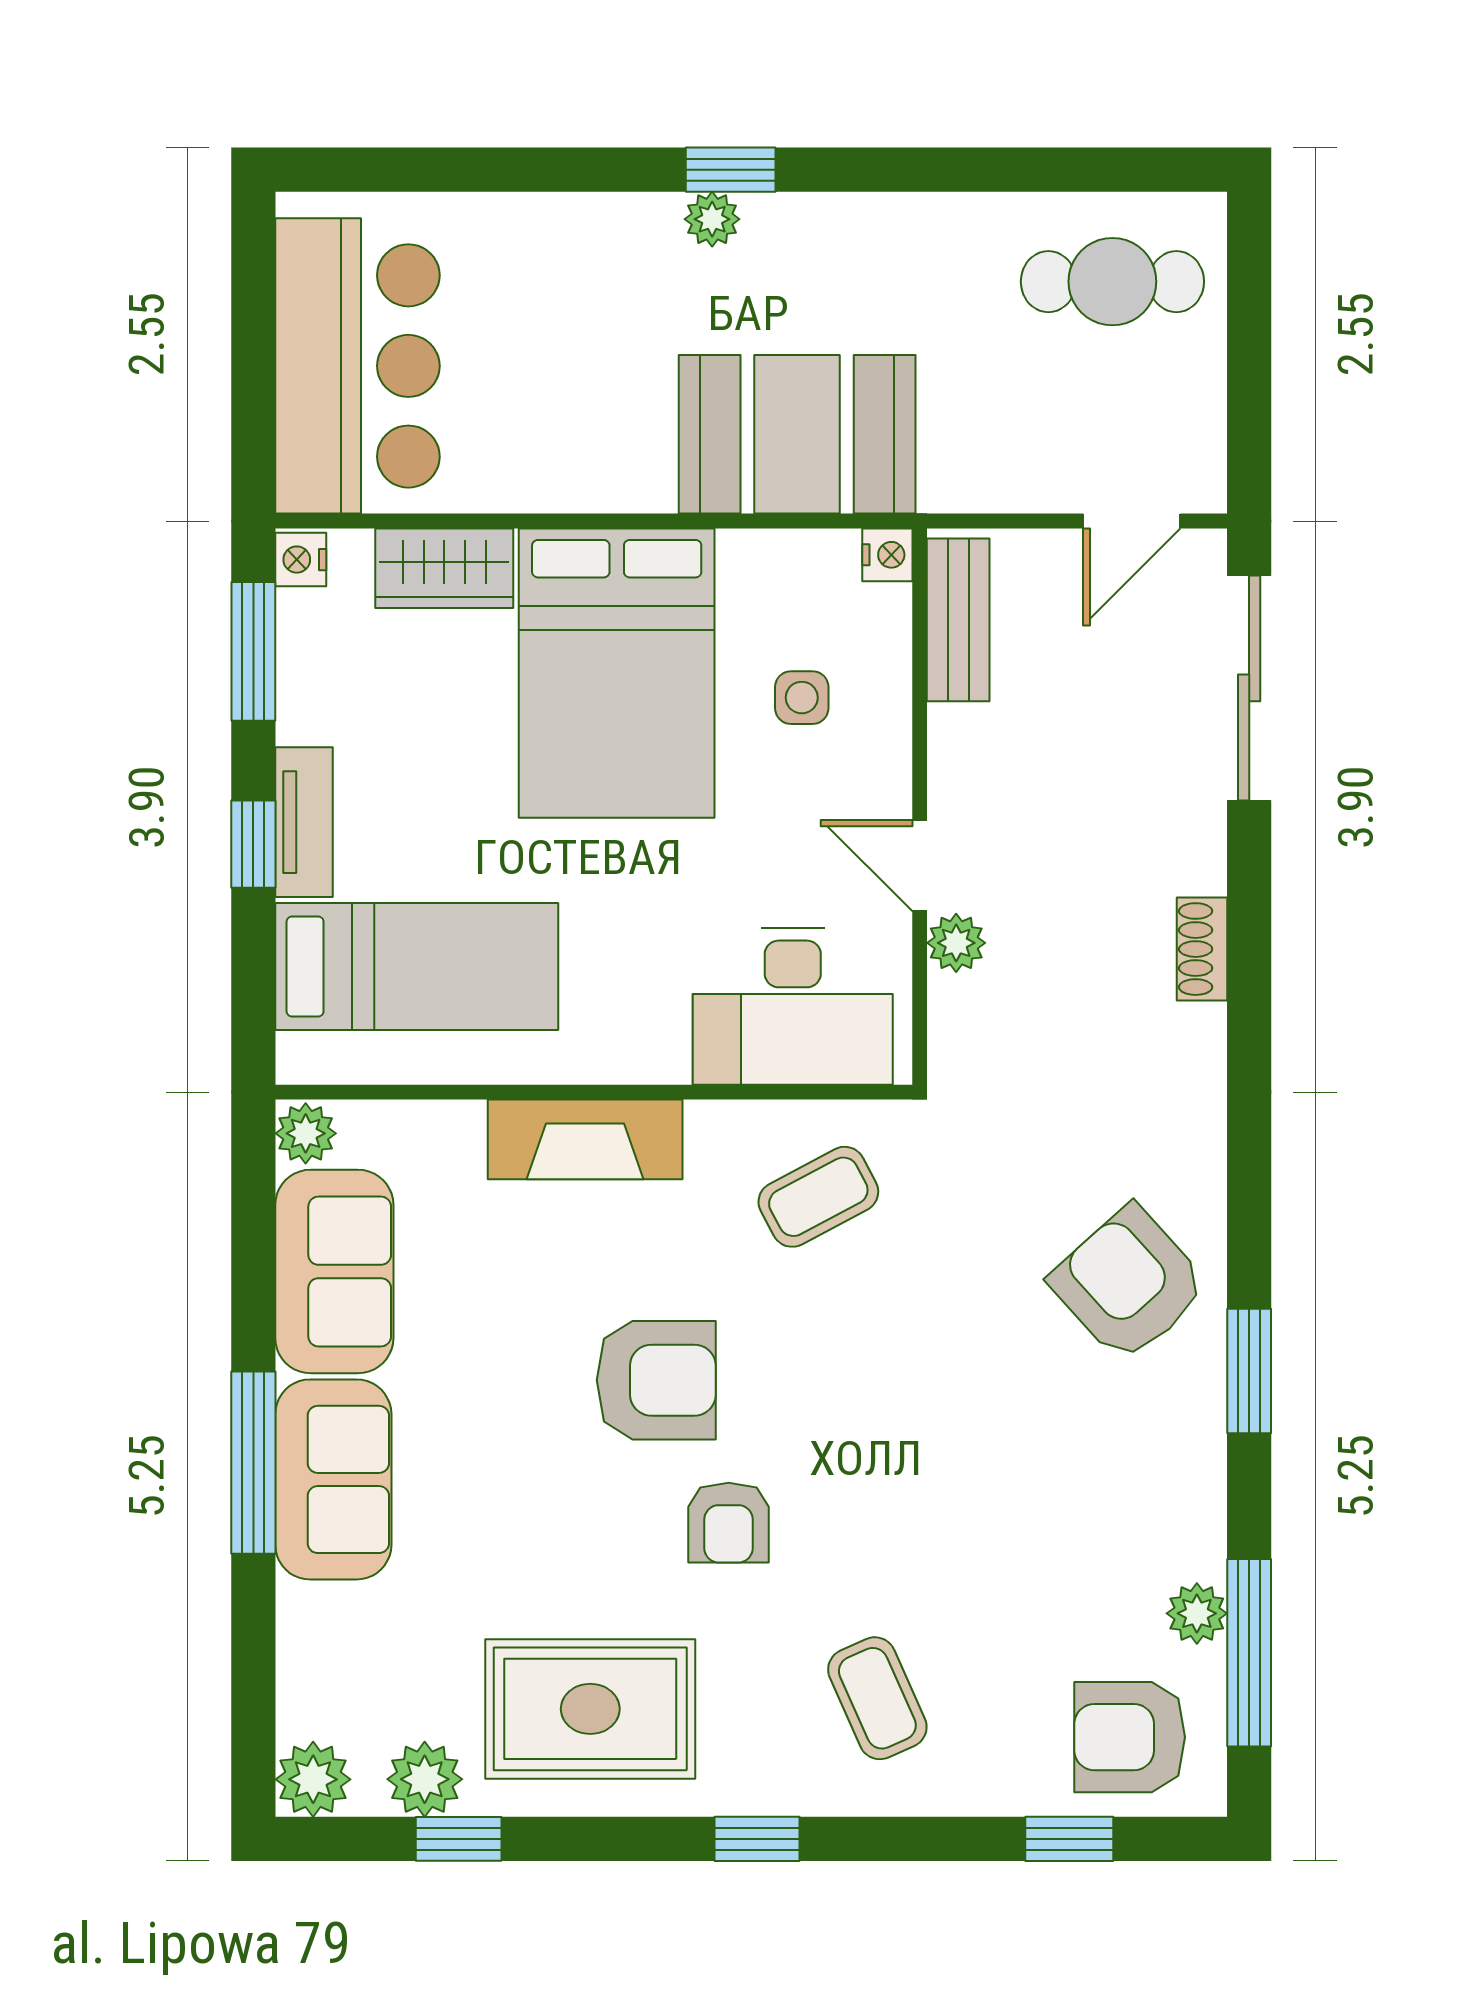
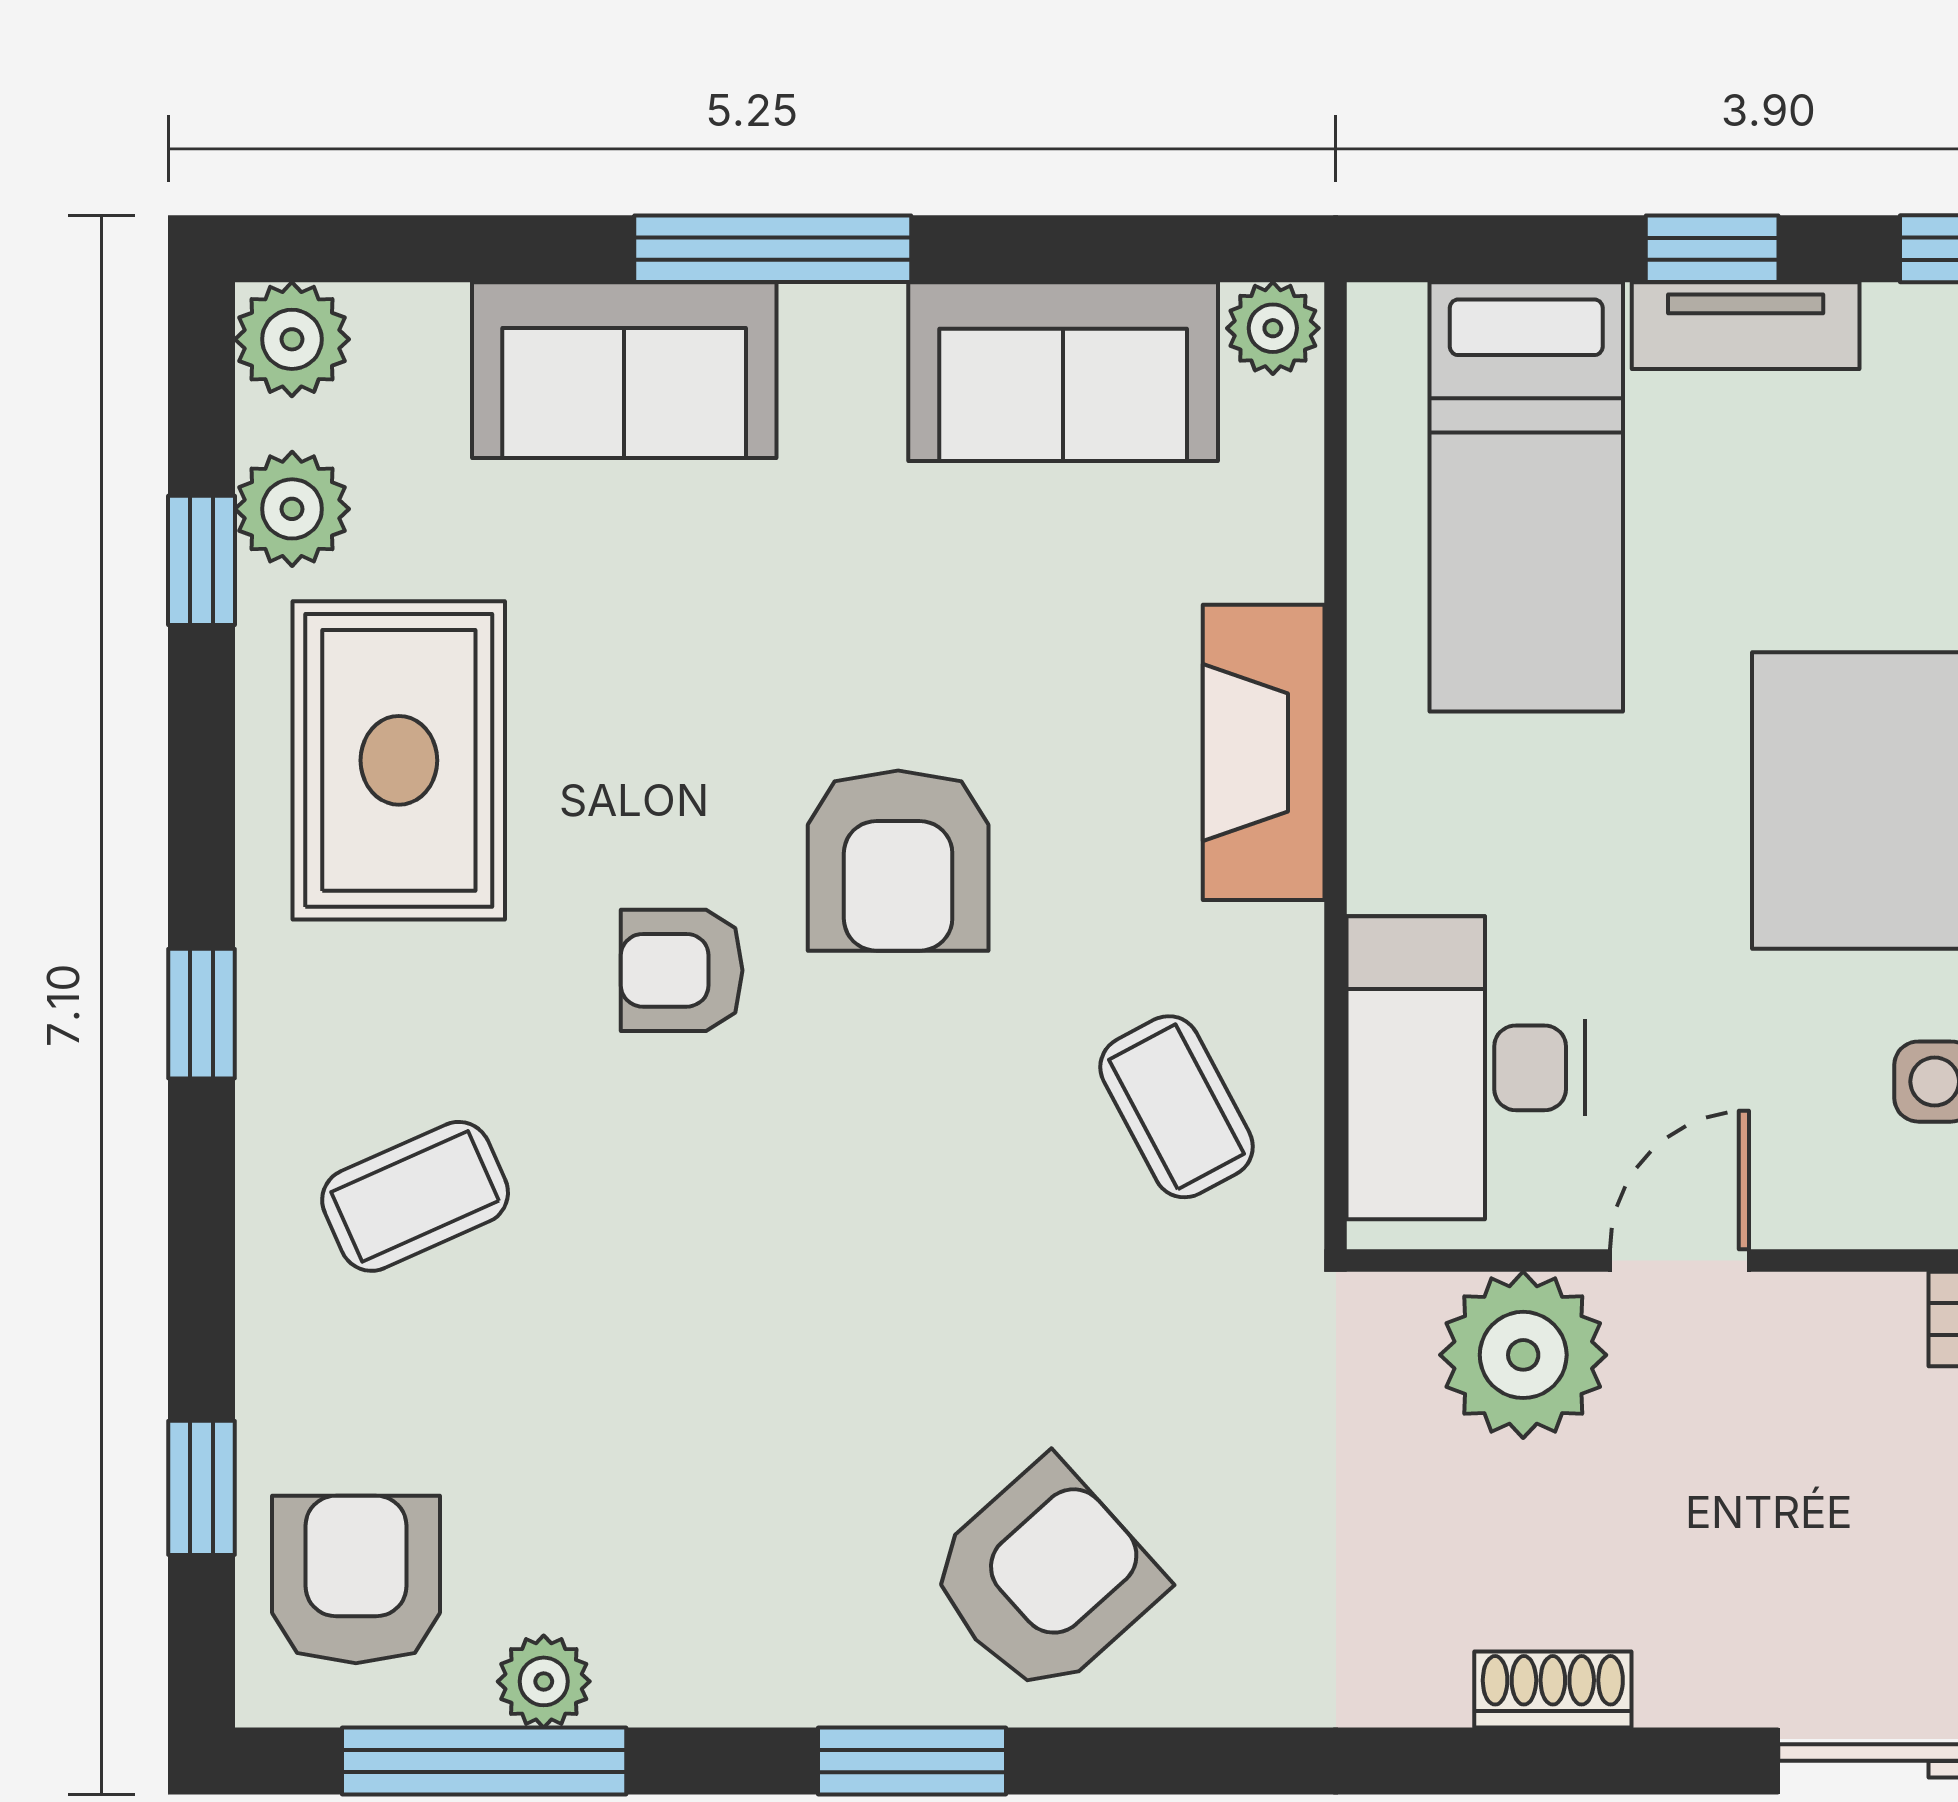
plant: (956, 943) -> (1523, 1355), width x1.88, depth x1.88
sofa: (333, 1479) -> (624, 370), moved

